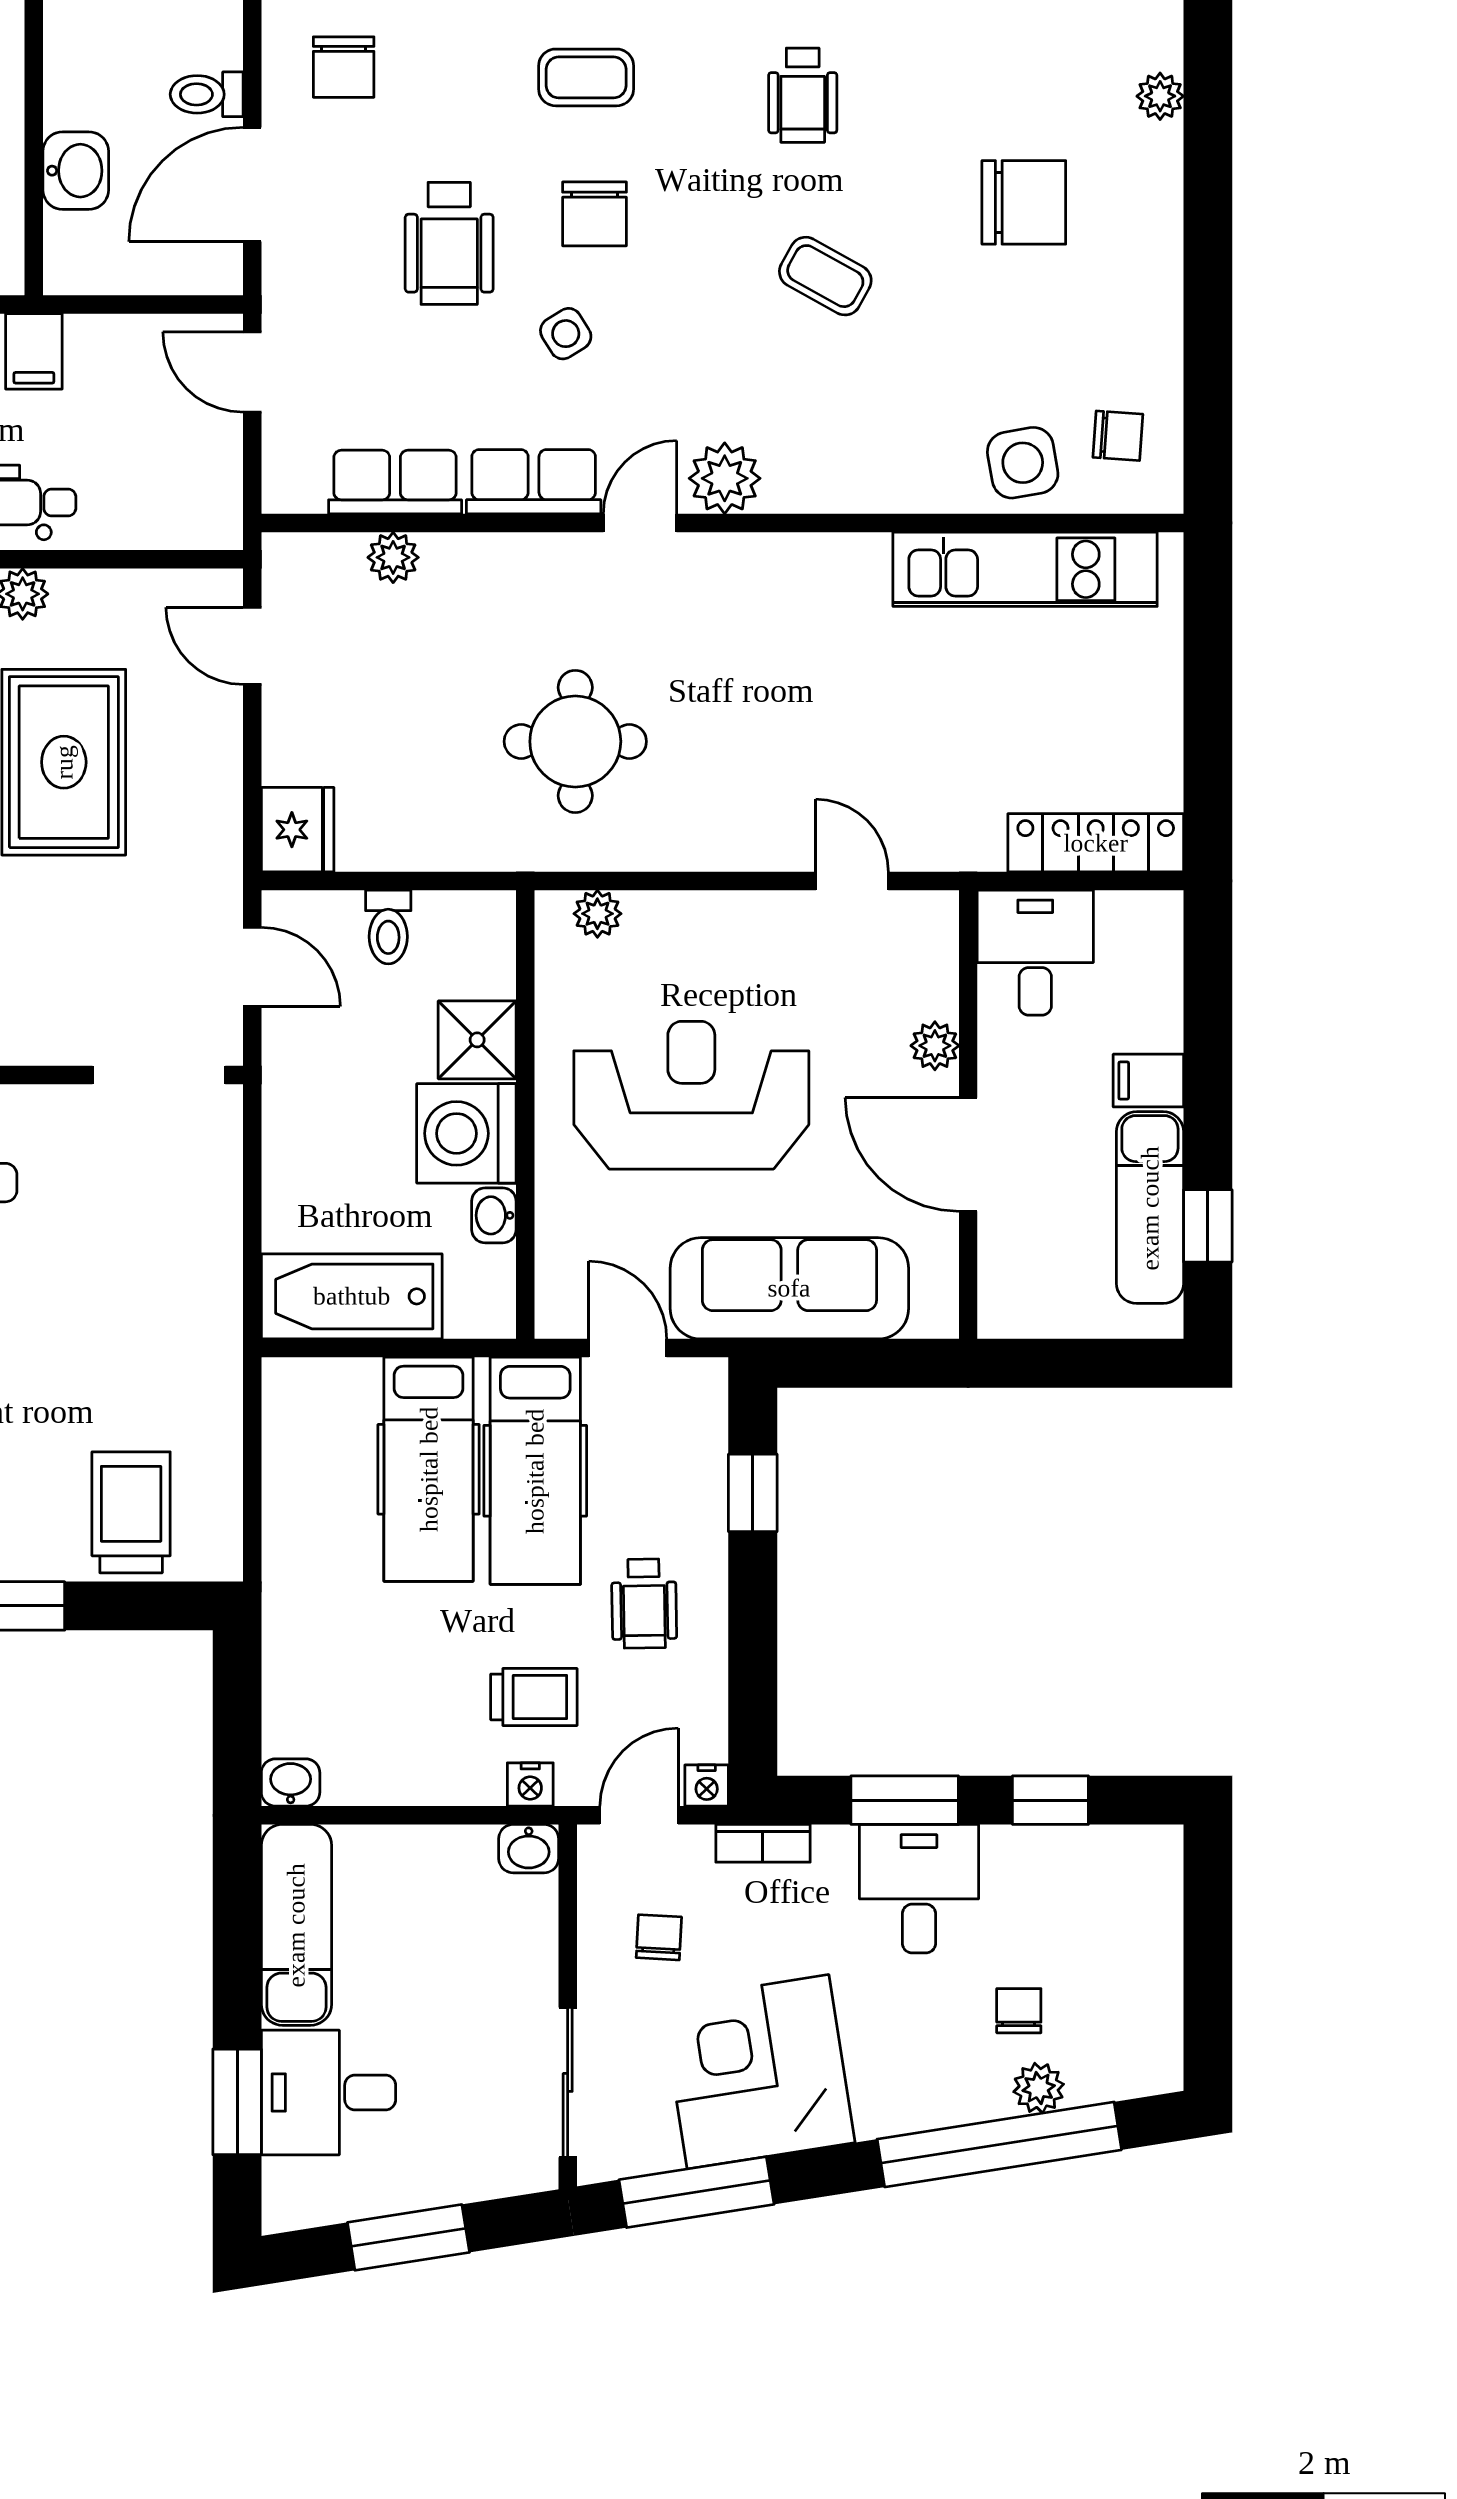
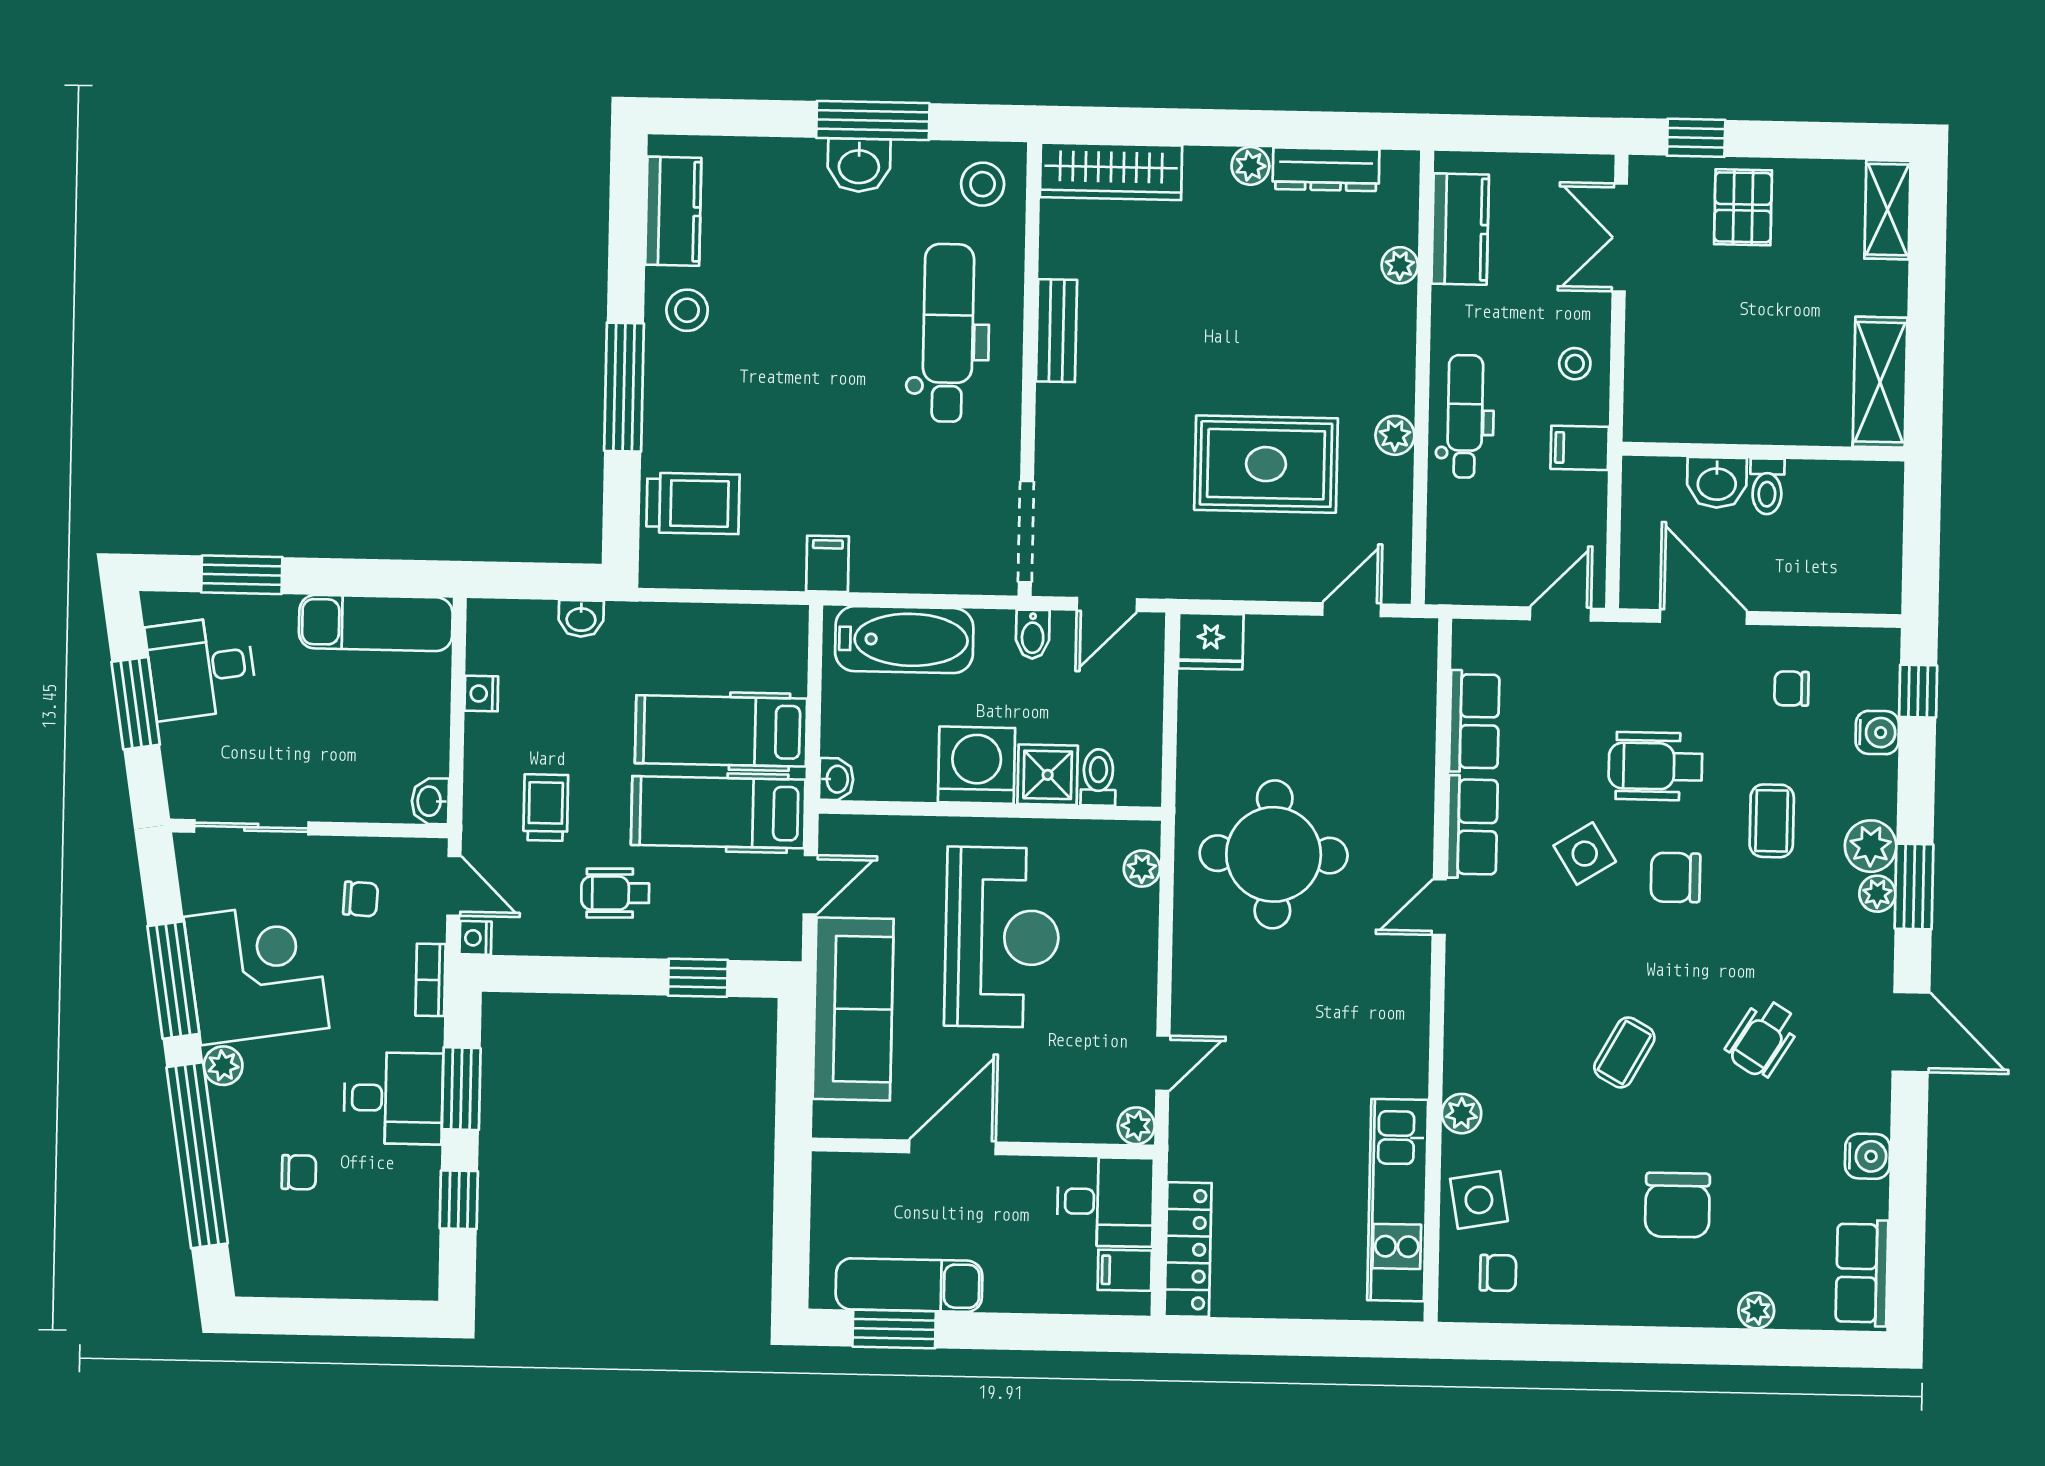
chair: (344, 67) -> (1791, 689), width x0.73, depth x0.73
coffee table: (586, 77) -> (1772, 821), moved
toilet: (207, 94) -> (1767, 486), moved, turned 180
wheelchair: (803, 95) -> (1763, 1038), turned -58
side table: (566, 334) -> (1585, 854), width x1.37, depth x1.37
chair: (1118, 436) -> (1498, 1273), turned -94
plant: (725, 478) -> (1462, 1114), moved, width x0.73, depth x0.73
door: (640, 523) -> (1439, 907), swing flipped
plant: (393, 557) -> (1417, 718), removed
round table: (575, 741) -> (1274, 854), width x1.36, depth x1.36
toilet: (388, 927) -> (1098, 777), moved, turned 90
plant: (935, 1046) -> (1136, 1126), moved
bidet: (293, 1063) -> (1033, 634), added
filing cabinet: (1148, 1081) -> (1125, 1270), moved, turned -90
washbasin: (494, 1215) -> (836, 779), moved, turned 90
window: (1208, 1226) -> (894, 1329), width x1.50
bathtub: (352, 1296) -> (904, 640), moved, turned 90
filing cabinet: (207, 1334) -> (828, 564), added
trolley: (534, 1697) -> (546, 808), turned 180
washbasin: (291, 1783) -> (581, 618), moved, turned 90
nightstand: (530, 1785) -> (481, 694), moved
plant: (1039, 2088) -> (223, 1066), moved
desk: (329, 2092) -> (201, 668), moved, turned -99
window: (696, 2192) -> (173, 980), moved

